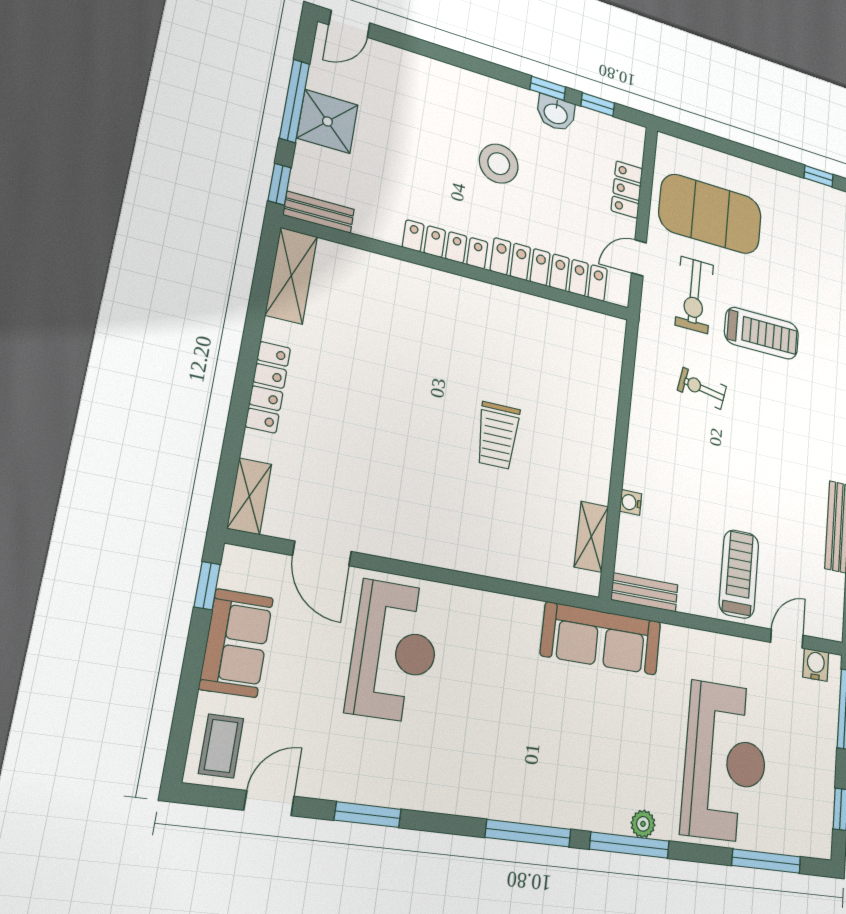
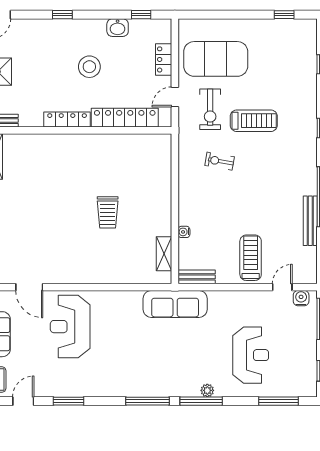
window: (548, 88) -> (62, 15), moved
reception desk: (394, 651) -> (70, 327), turned 180
reception desk: (725, 762) -> (251, 355), width x0.74, depth x0.77

